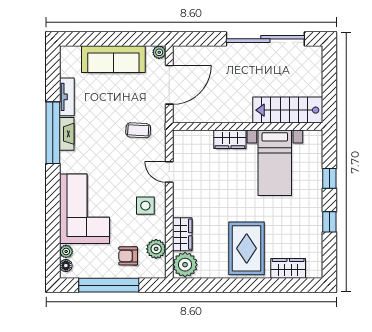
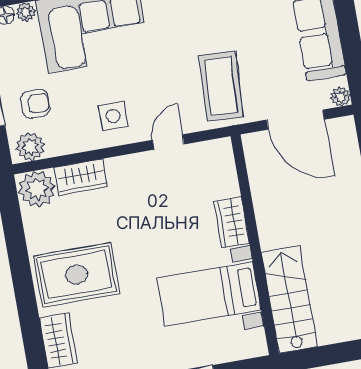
coffee table: (138, 130) -> (221, 86), width x1.86, depth x1.72
plant: (156, 249) -> (30, 147), moved
armchair: (128, 256) -> (35, 104), turned 90

